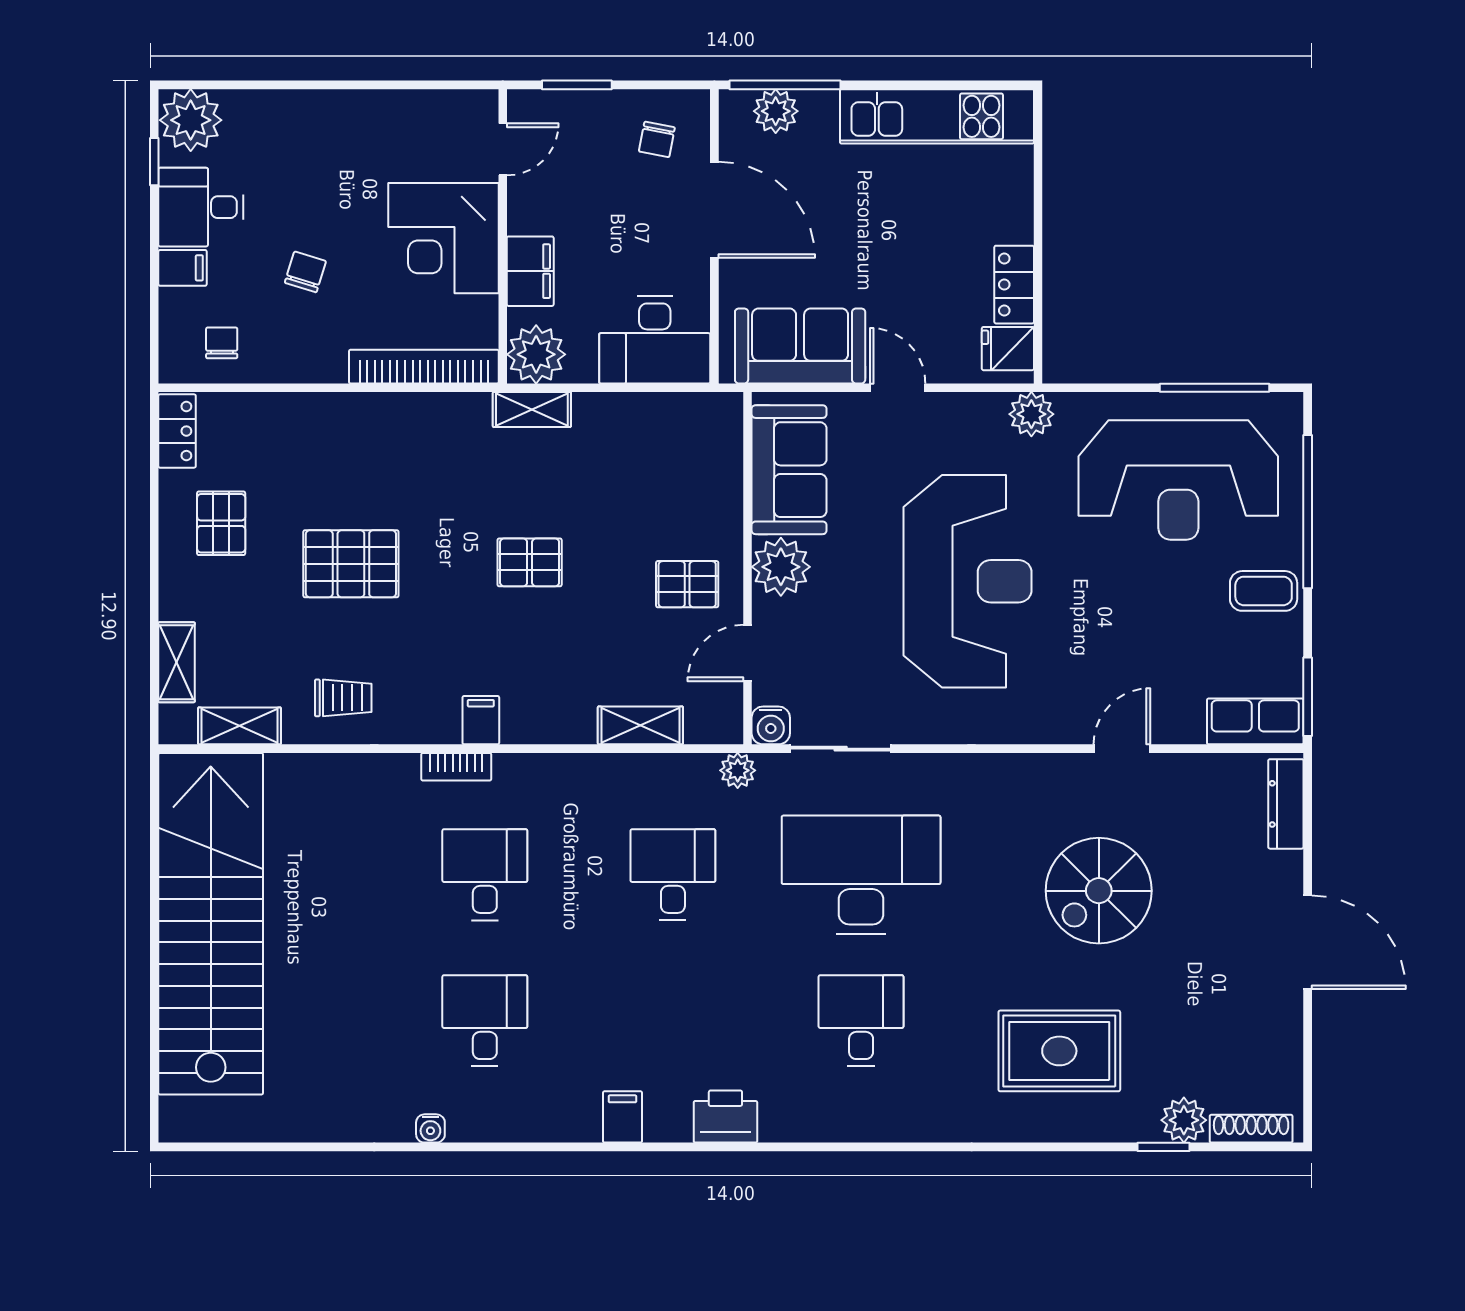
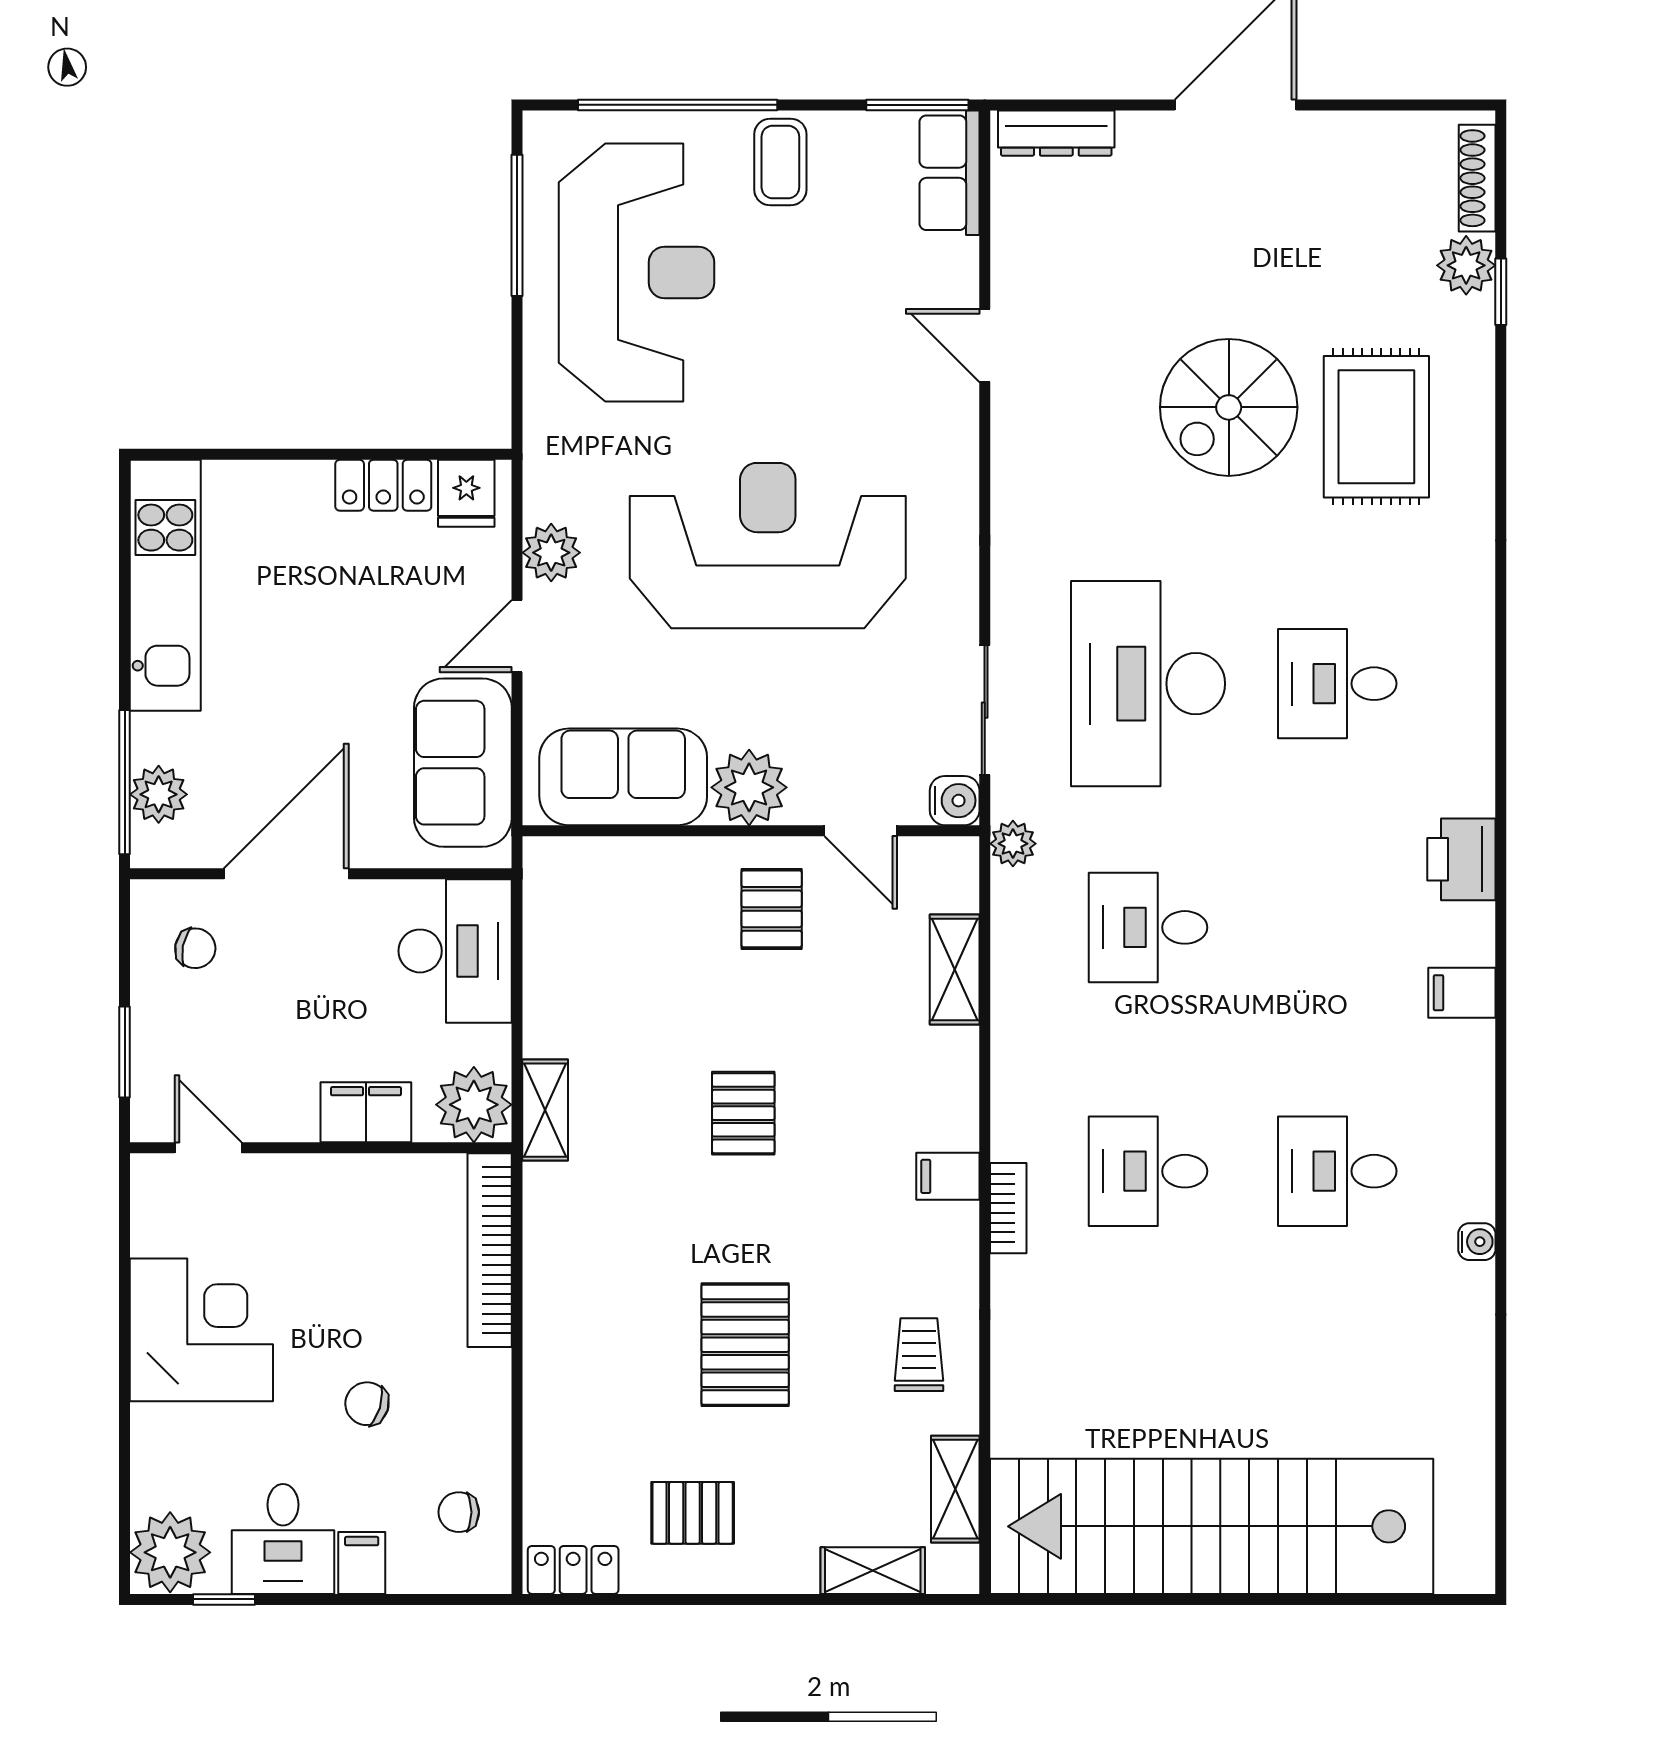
corner desk: (443, 238) -> (201, 1330), moved, turned -90
plant: (1031, 414) -> (551, 553), moved
spiral stairs: (1099, 891) -> (1229, 407), moved, turned 90

